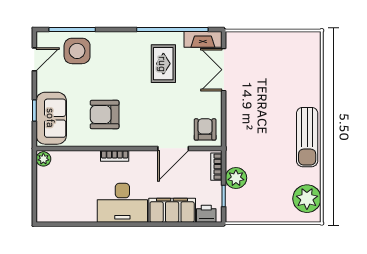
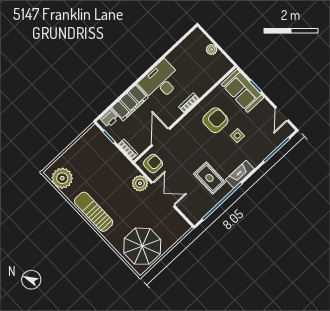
fireplace: (203, 39) -> (240, 174), moved
side table: (77, 51) -> (237, 136), moved, width x0.54, depth x0.54
parasol: (291, 59) -> (142, 246), added
double door: (224, 70) -> (163, 194), moved
armchair: (205, 129) -> (153, 164), turned -90
plant: (43, 159) -> (212, 49), moved
plant: (236, 178) -> (140, 183), moved

